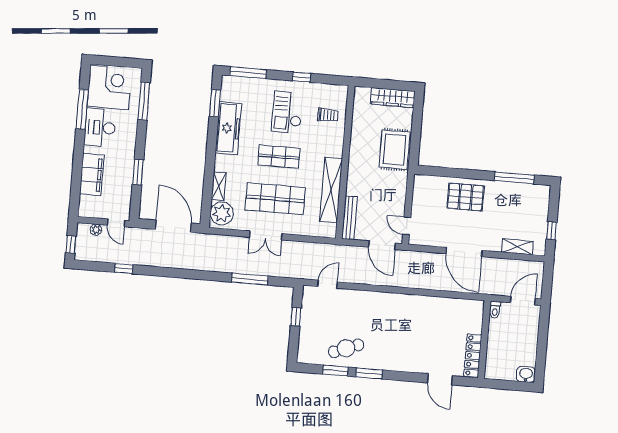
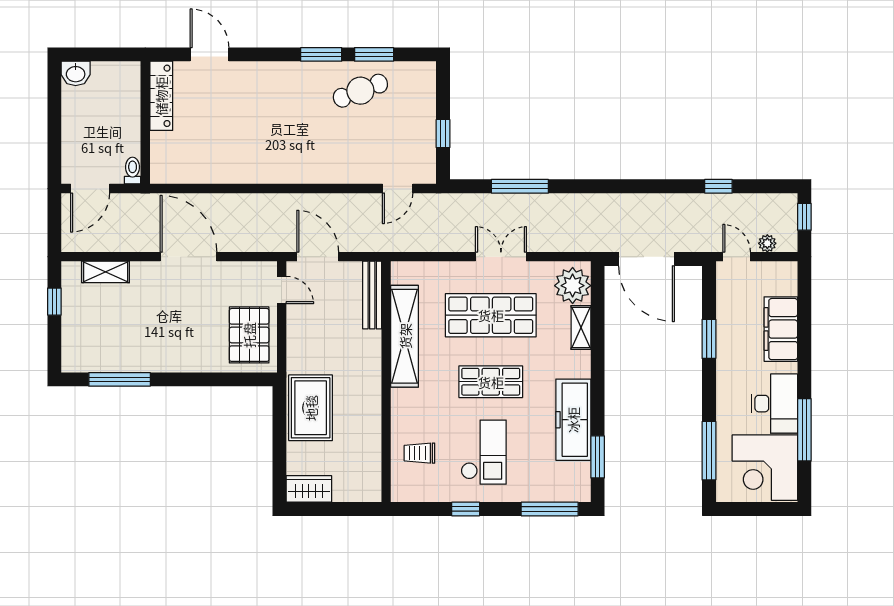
wardrobe: (393, 98) -> (309, 489), width x0.67
pallet: (465, 197) -> (249, 335), moved, turned 90

